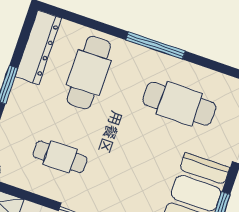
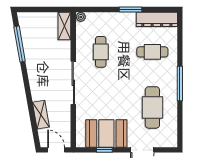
cafe table: (89, 73) -> (152, 52), width x0.73, depth x0.74

